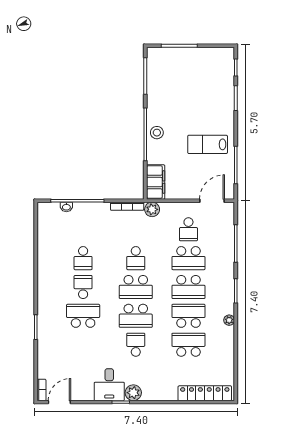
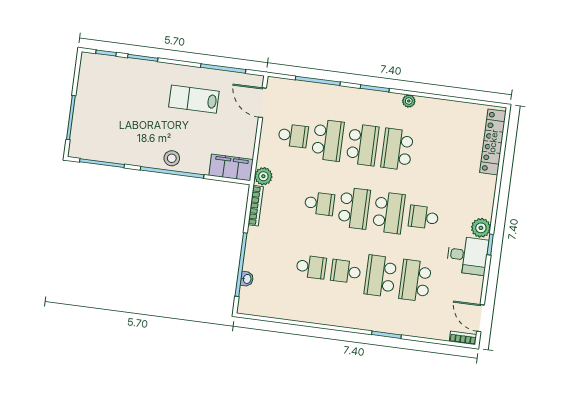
lab bench: (208, 144) -> (194, 99), turned 90
school desk: (188, 345) -> (415, 281), moved

